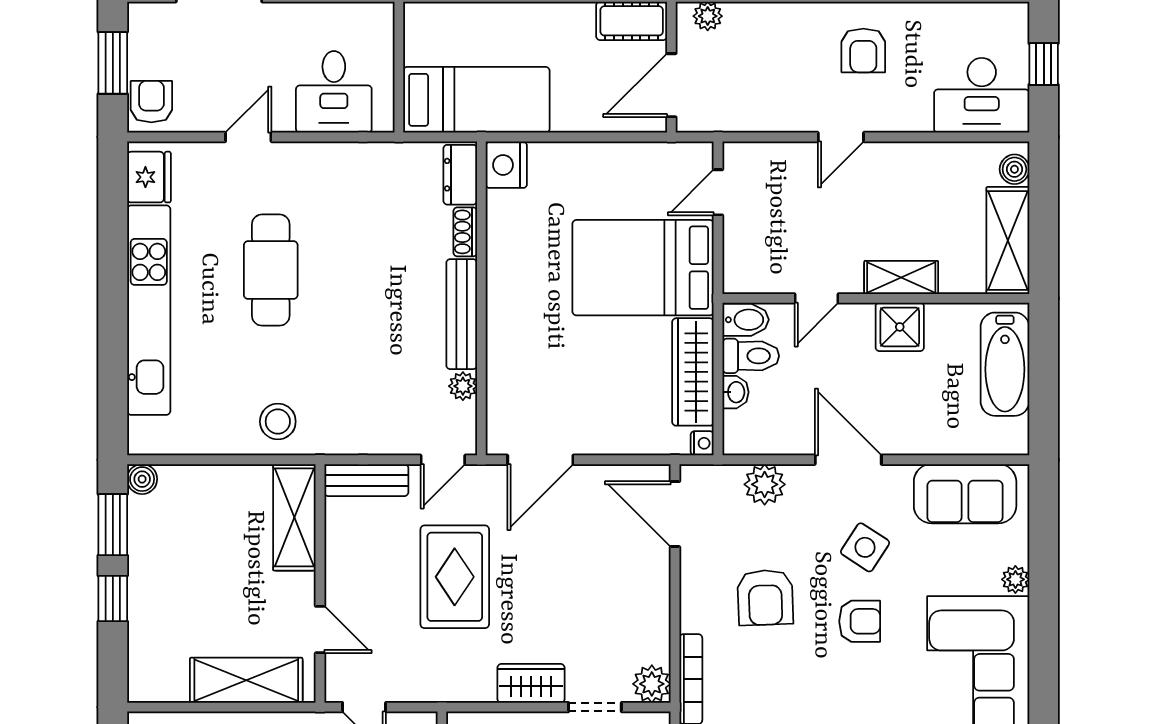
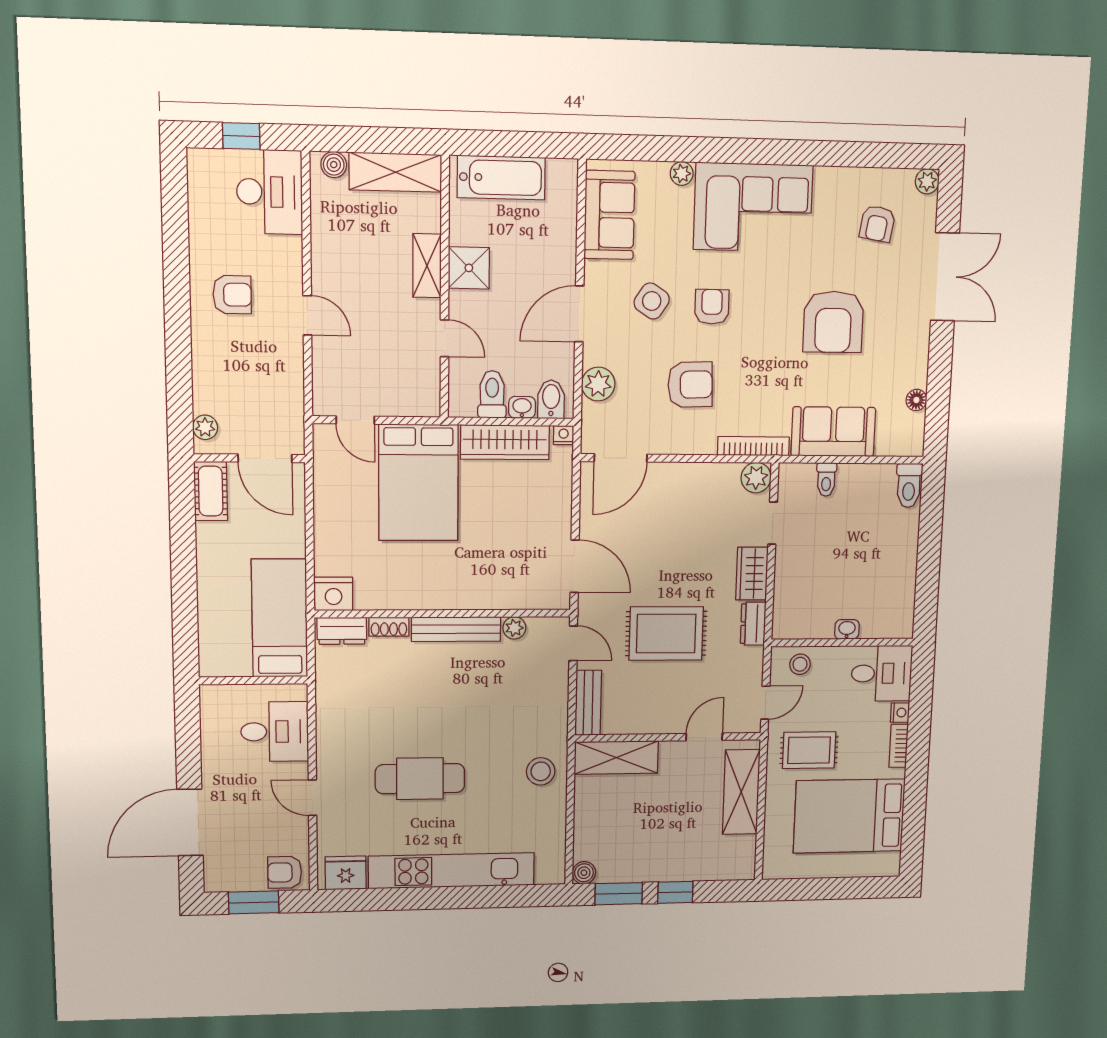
bidet: (746, 320) -> (551, 399), moved
dresser: (467, 687) -> (753, 624), added

